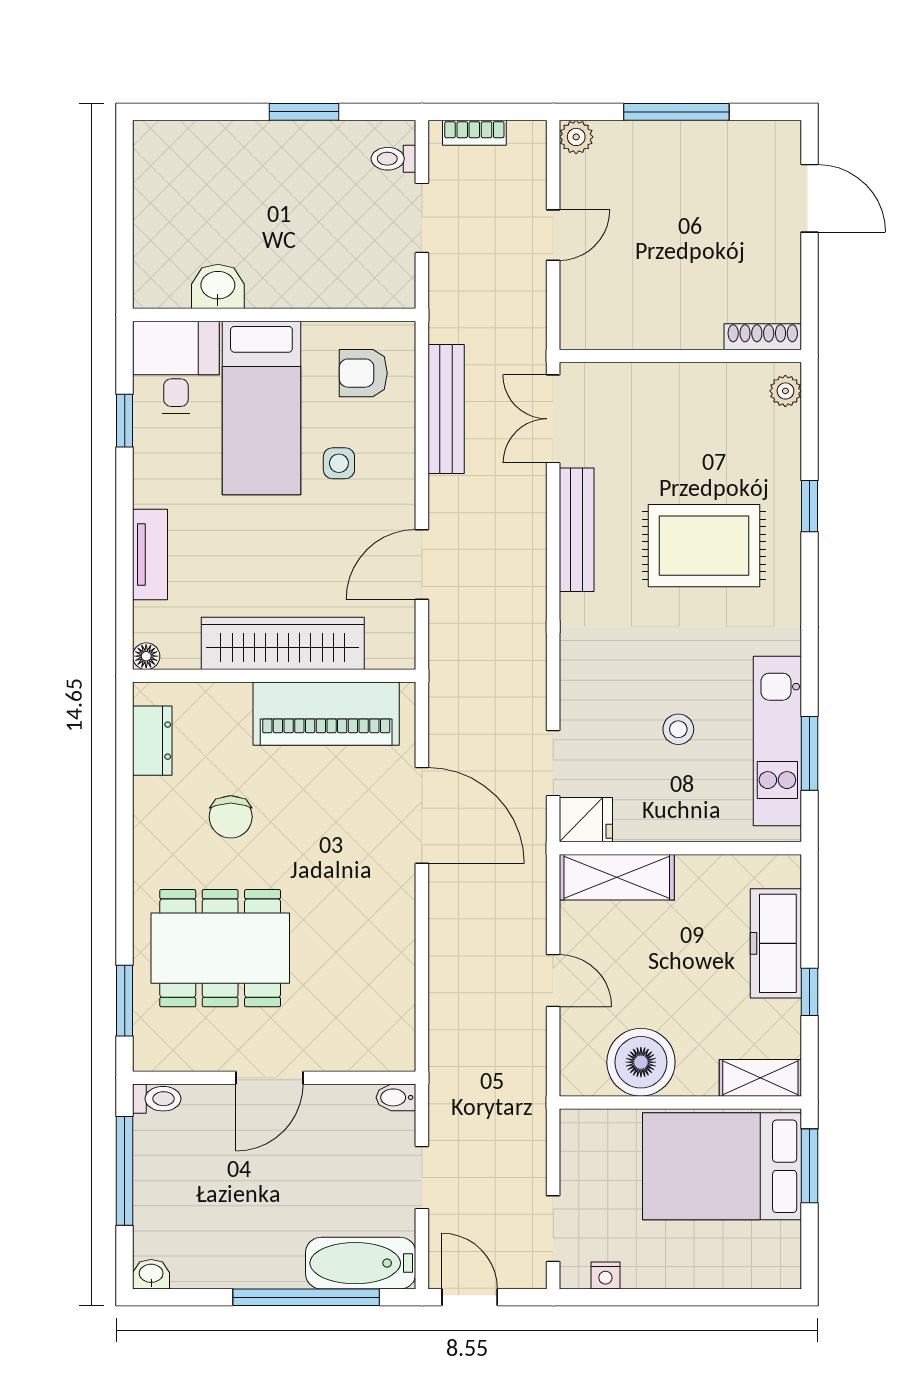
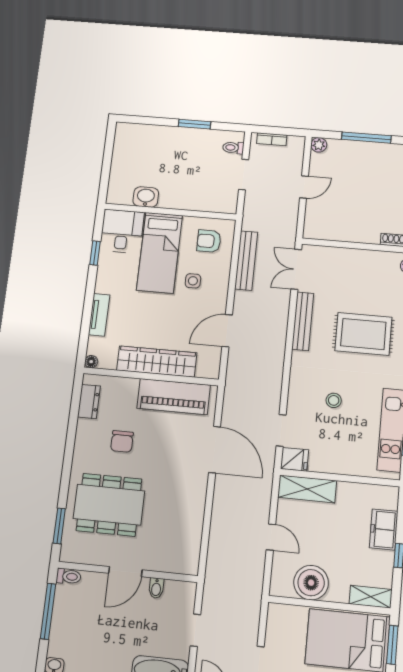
stool: (678, 729) -> (334, 400), moved
freezer: (776, 943) -> (384, 530), width x0.71
bidet: (396, 1097) -> (156, 588), moved, turned -90

